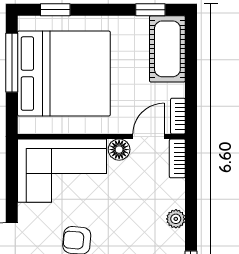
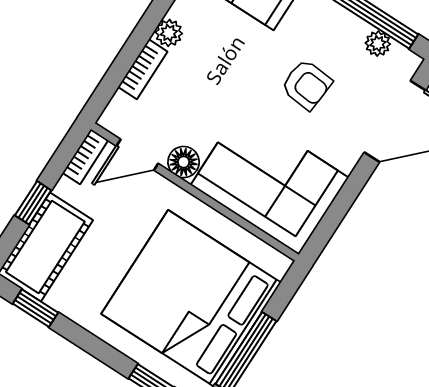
window: (191, 70) -> (33, 203), added
bookcase: (177, 158) -> (143, 69), moved

